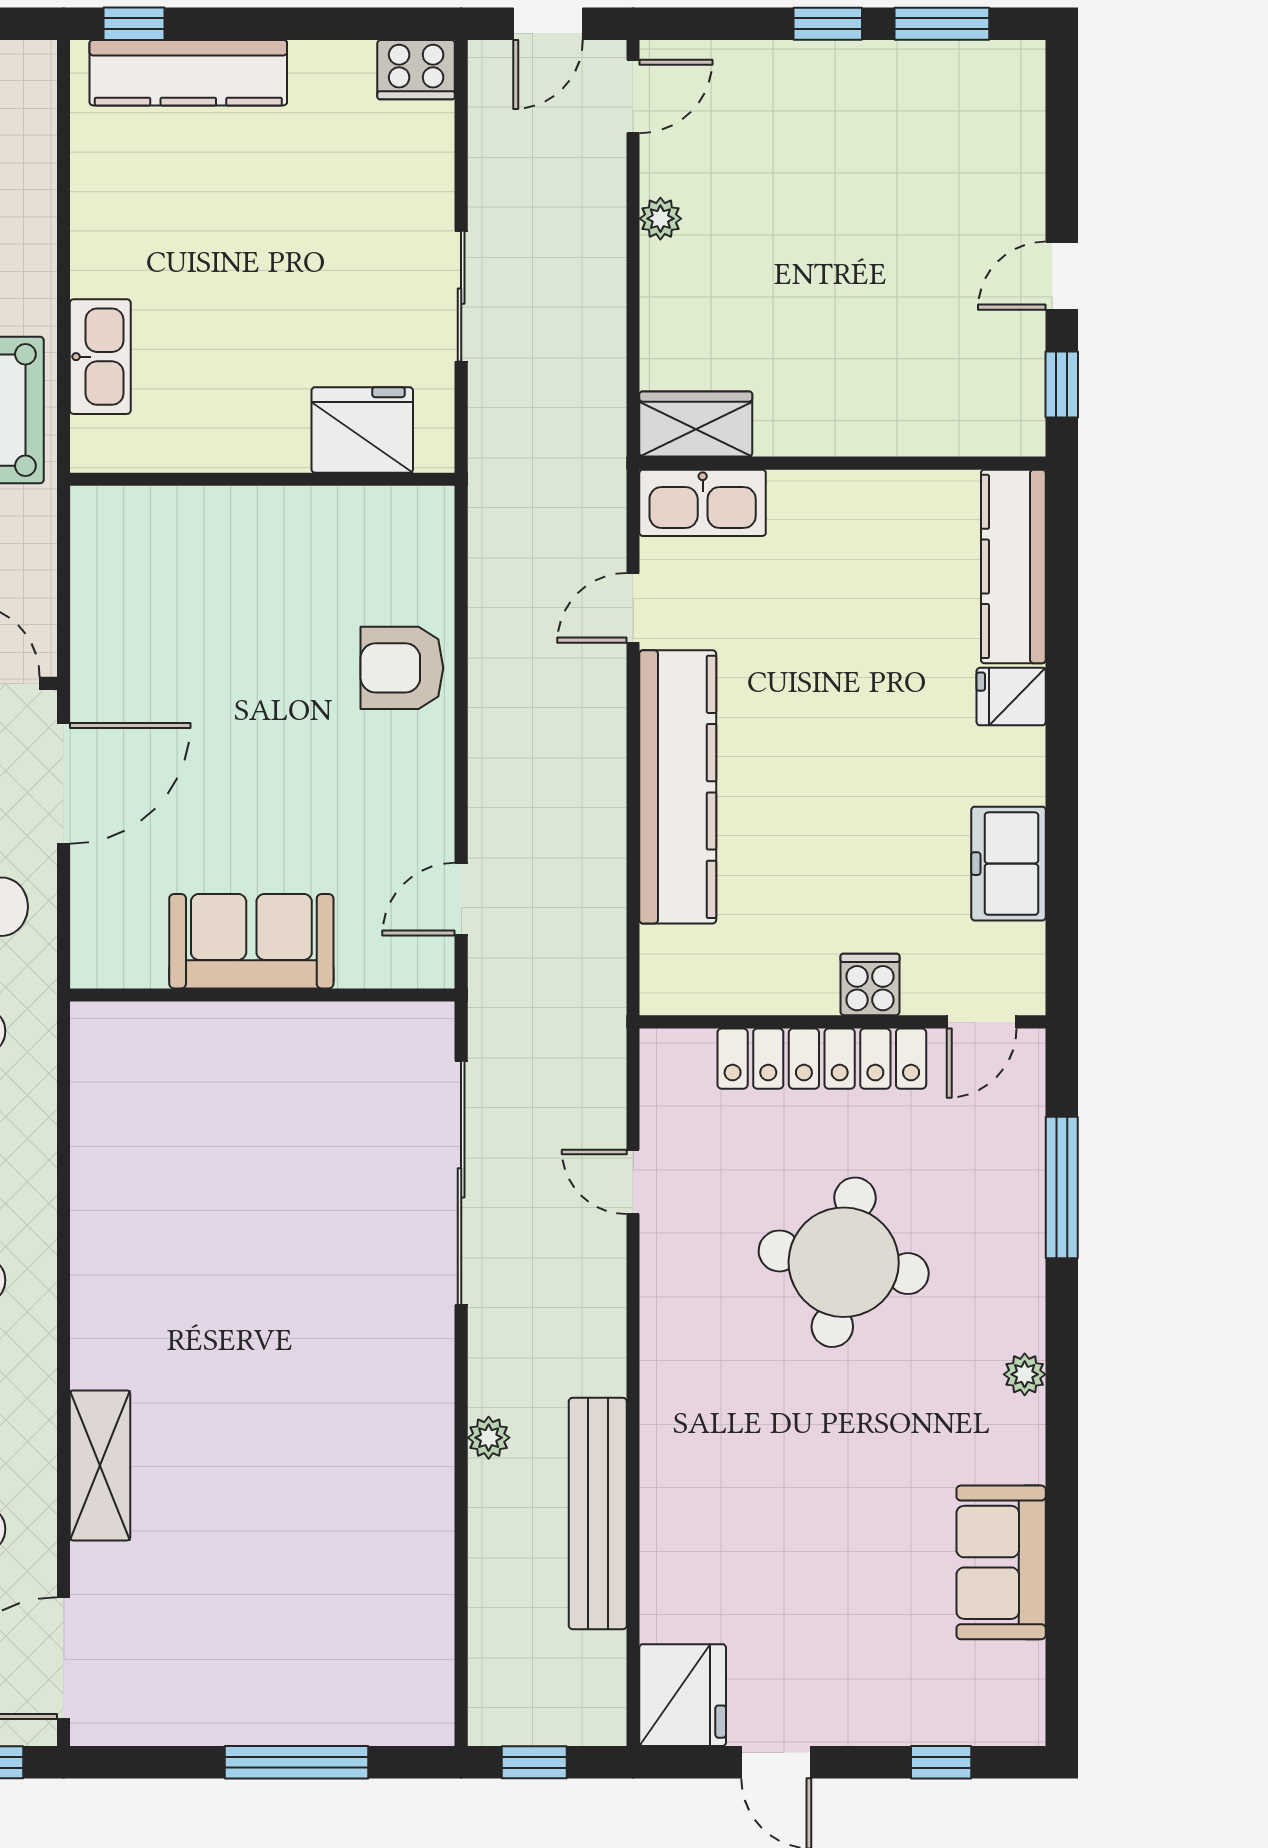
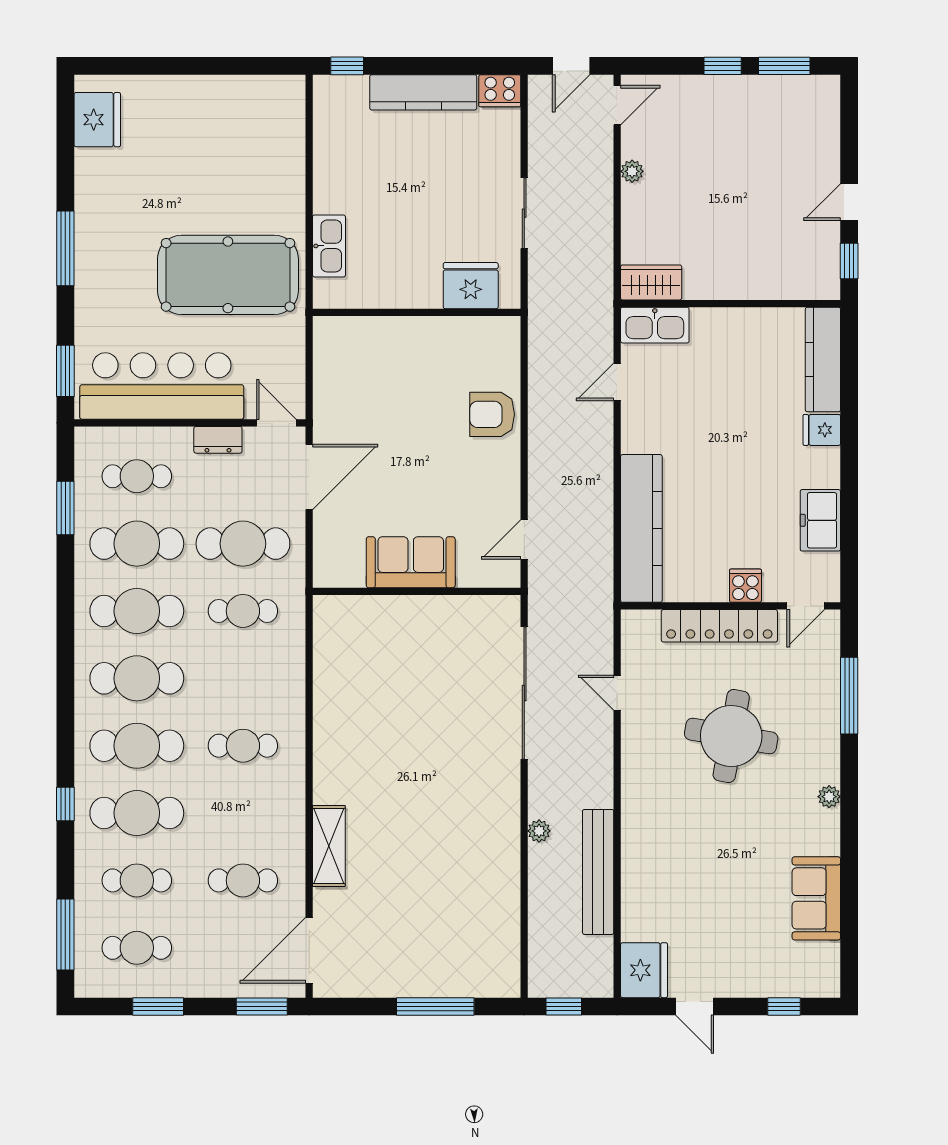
kitchen counter: (188, 73) -> (423, 92), moved
kitchen counter: (678, 787) -> (641, 528), moved

